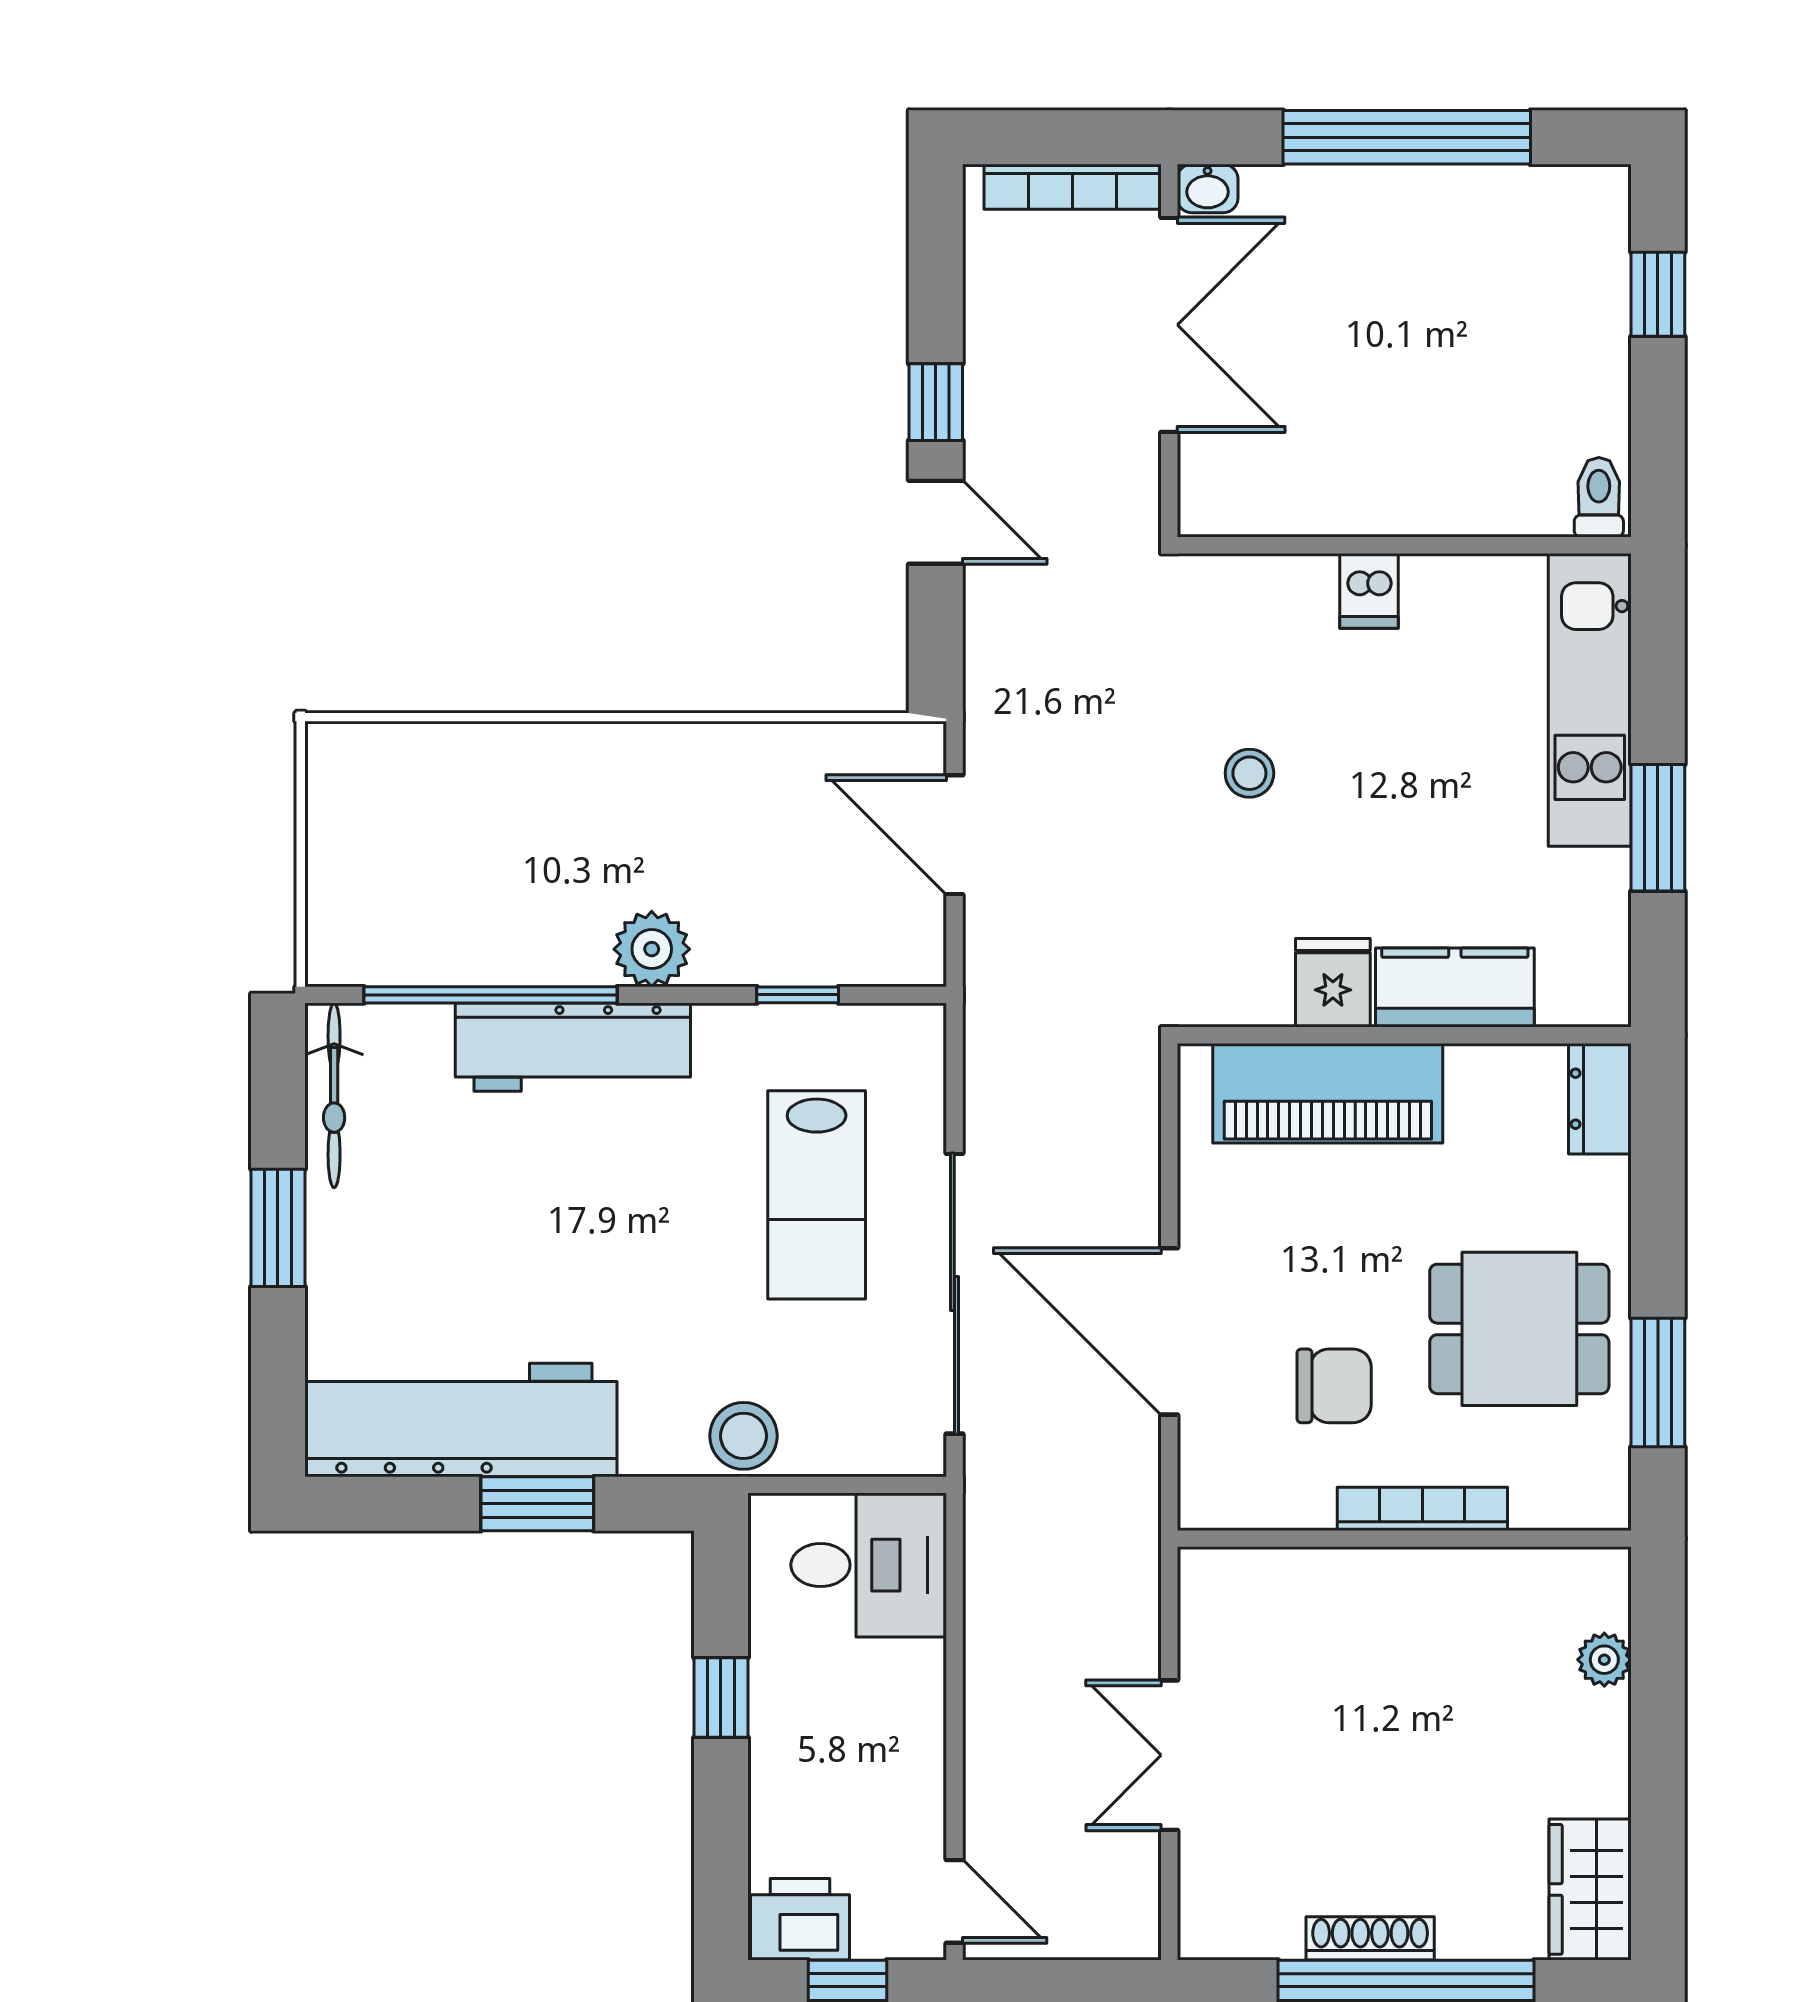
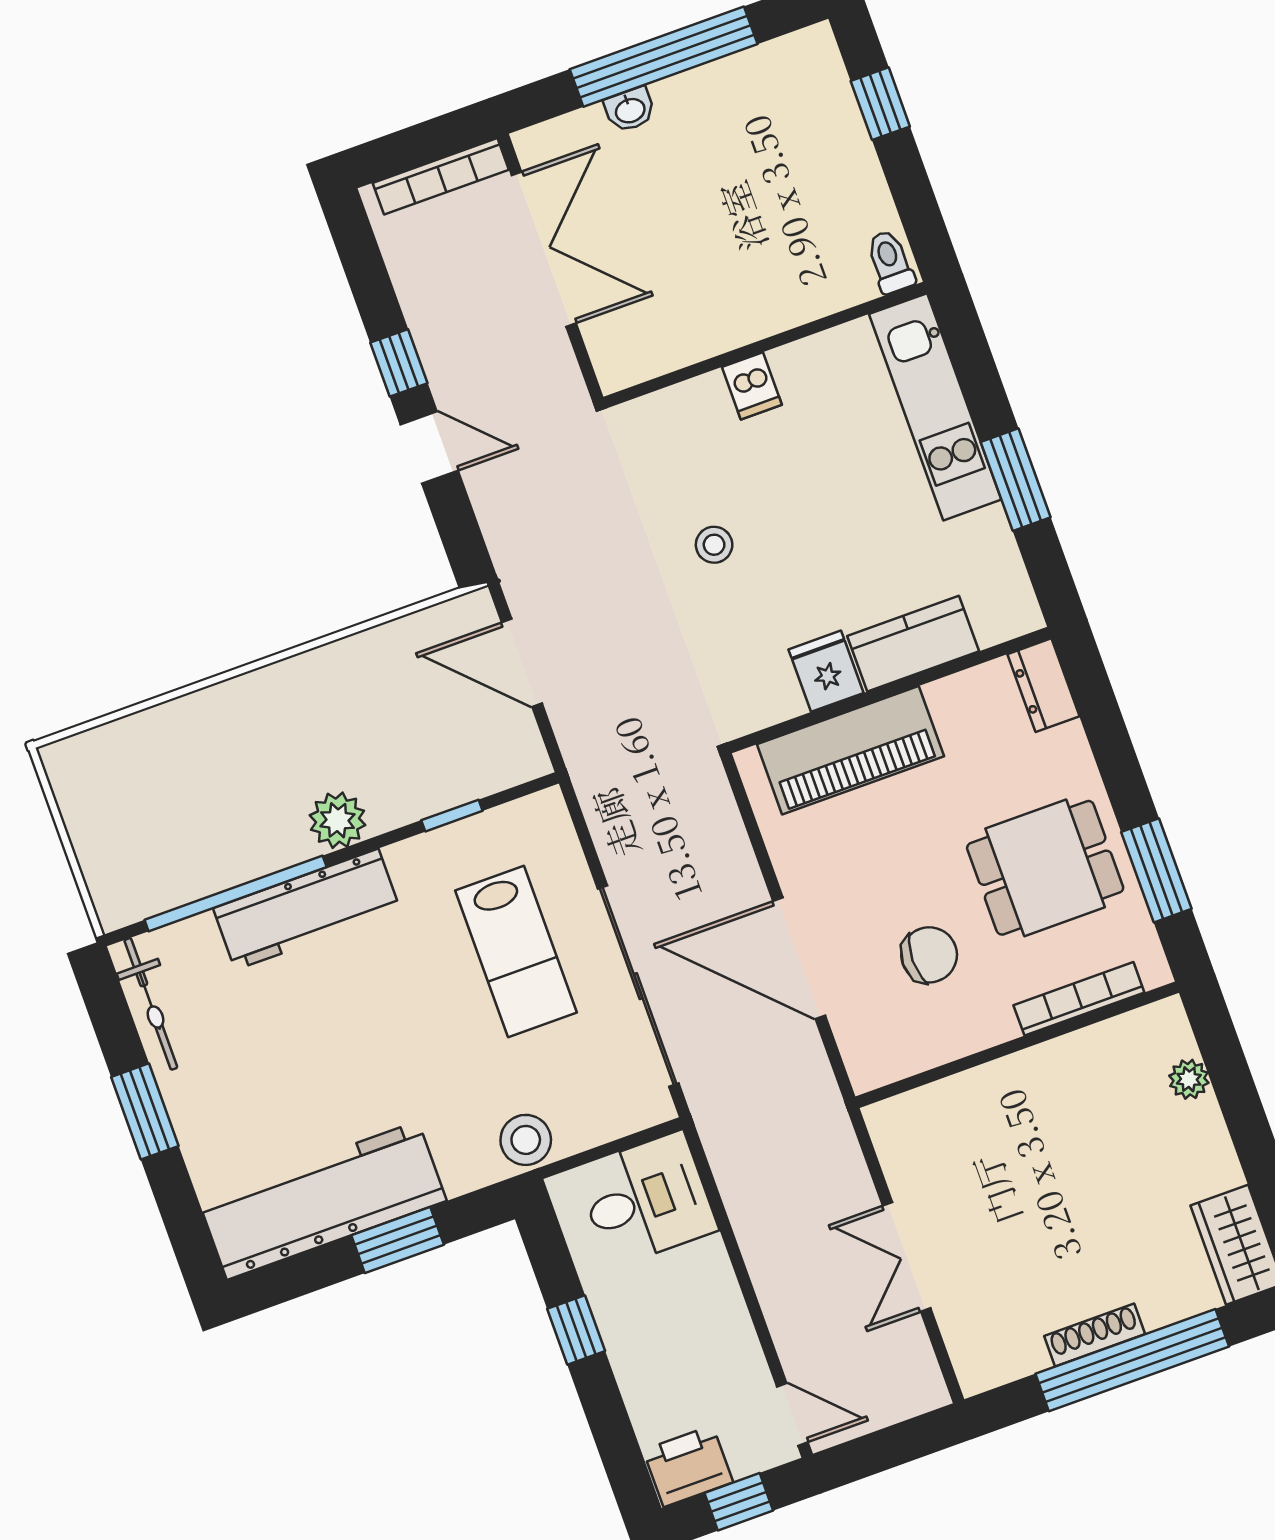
washbasin: (1208, 188) -> (630, 110), moved
bookcase: (1422, 1509) -> (1079, 999), moved

